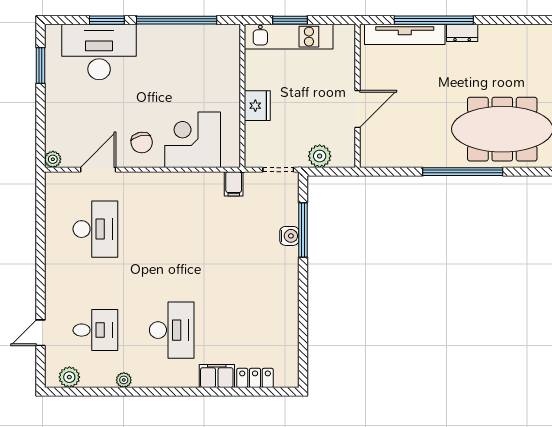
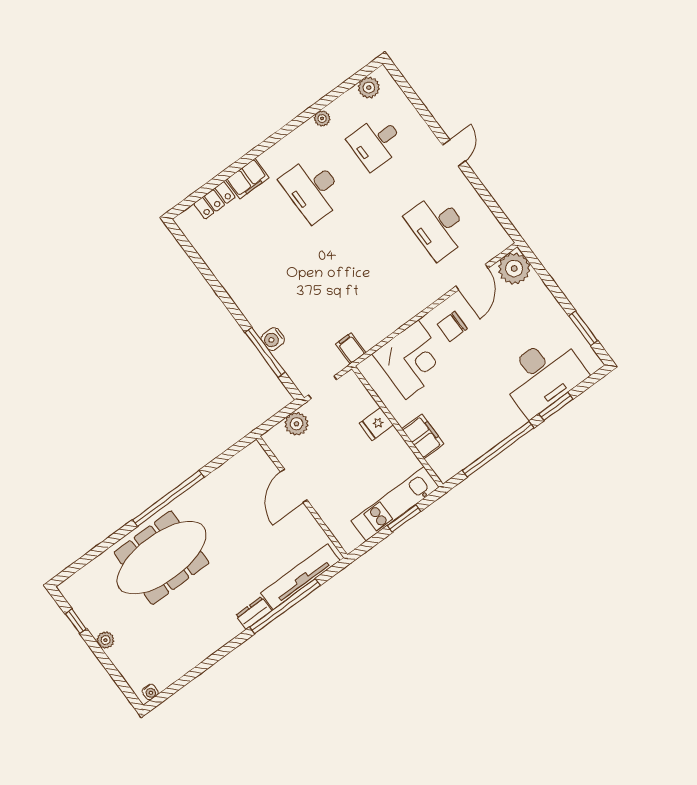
filing cabinet: (228, 73) -> (423, 436), added
fridge: (257, 106) -> (376, 424), width x0.72
chair: (142, 142) -> (452, 326), turned -76
plant: (53, 159) -> (514, 268), width x1.88, depth x1.88
door: (40, 333) -> (454, 153), moved

